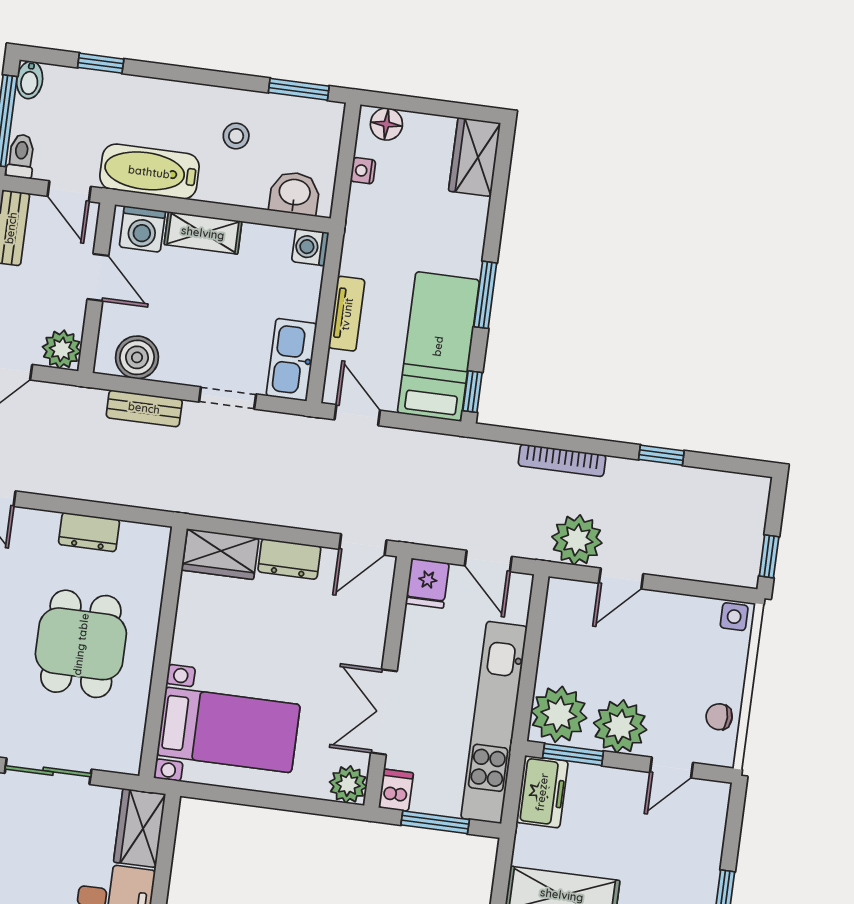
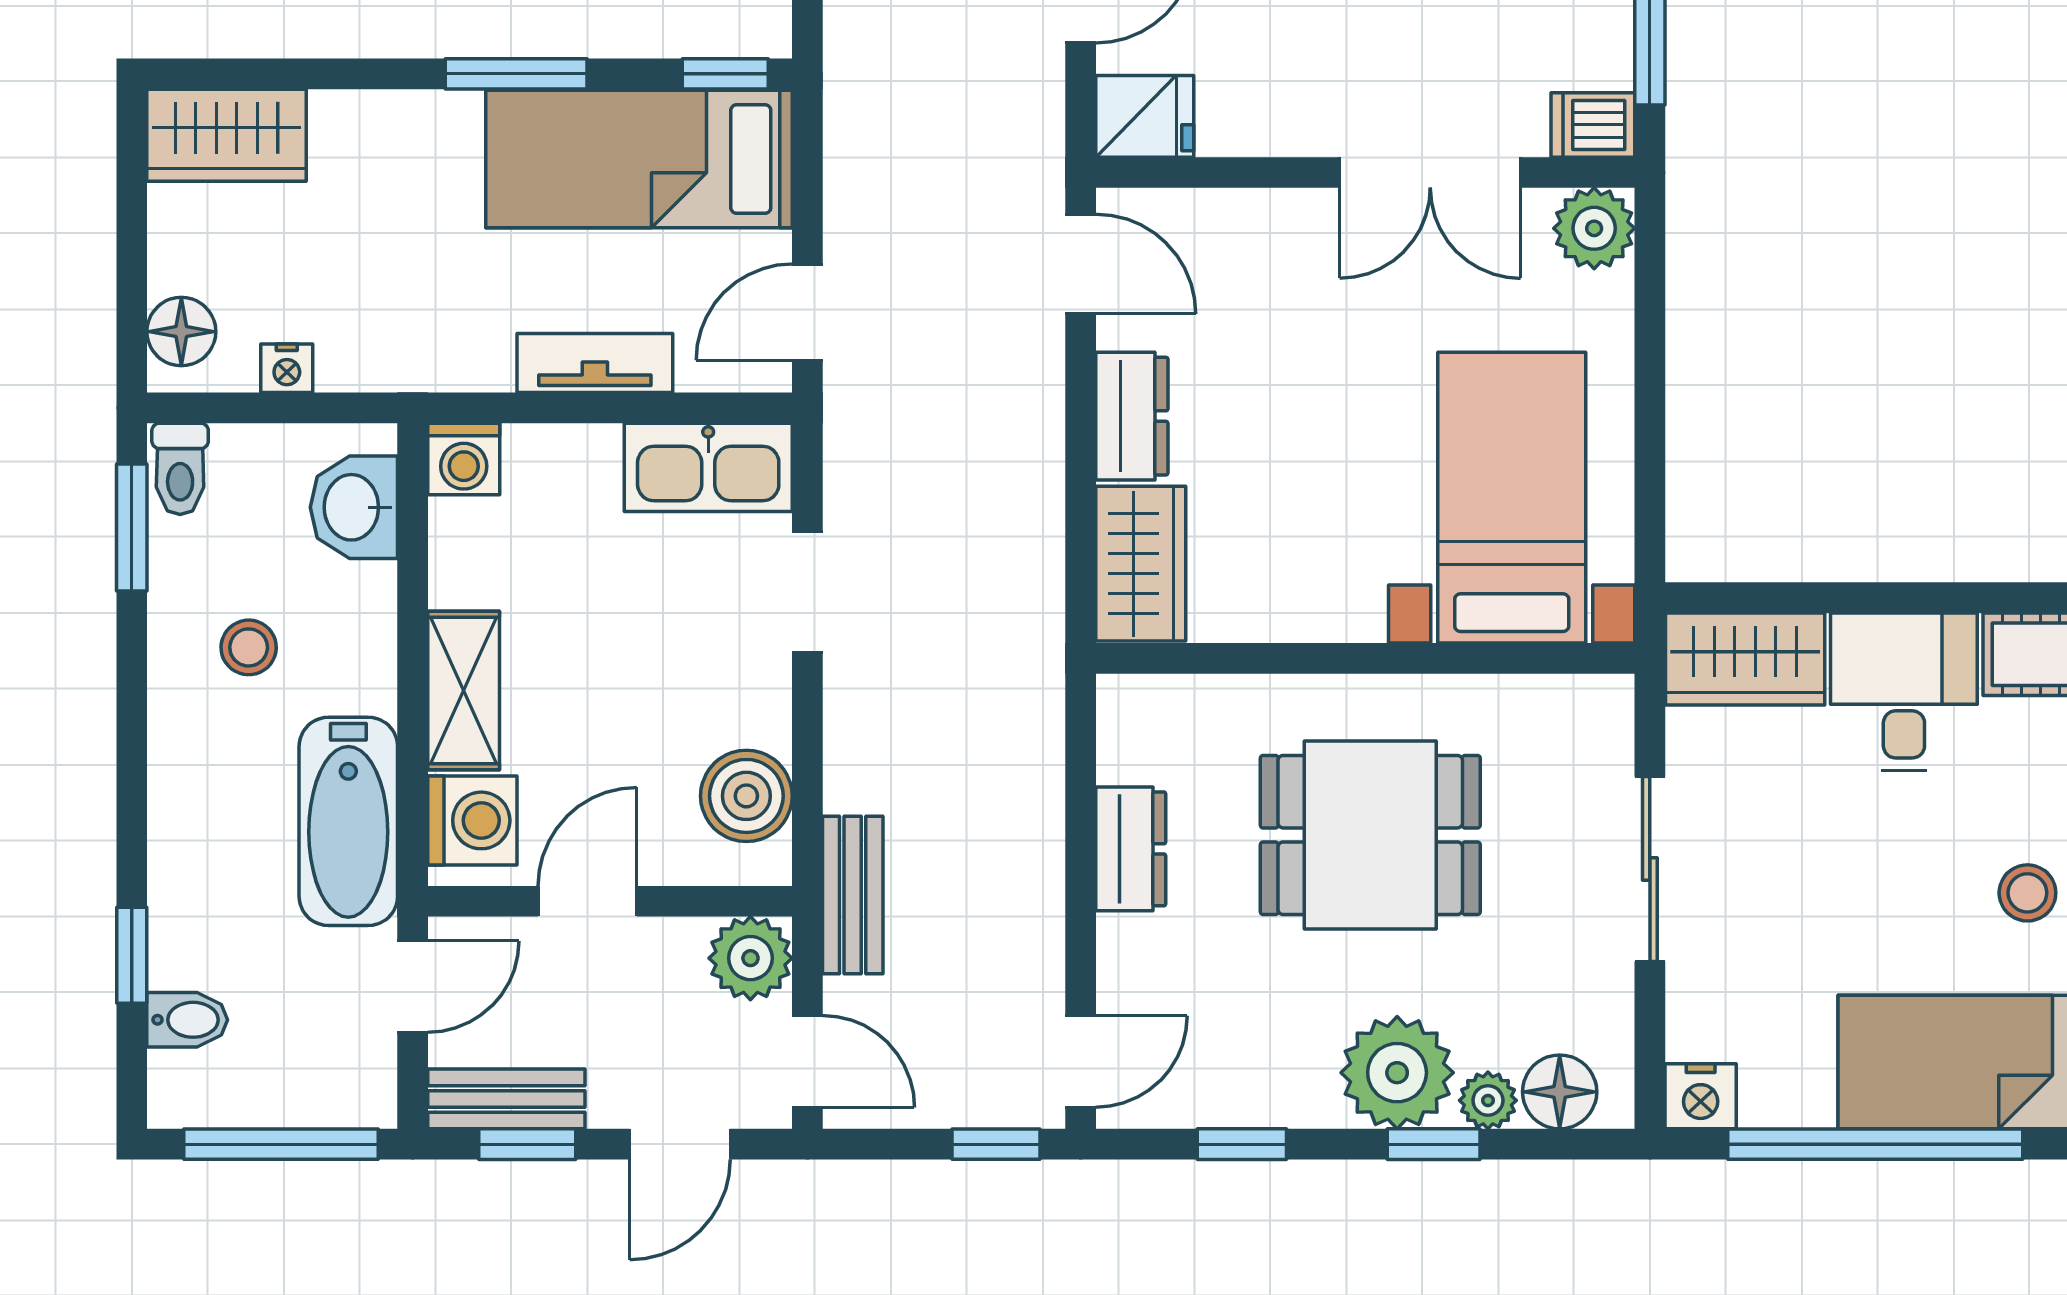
bidet: (30, 80) -> (187, 1020), moved
toilet: (21, 156) -> (180, 469), moved, turned -90
bench: (144, 408) -> (853, 895), moved

